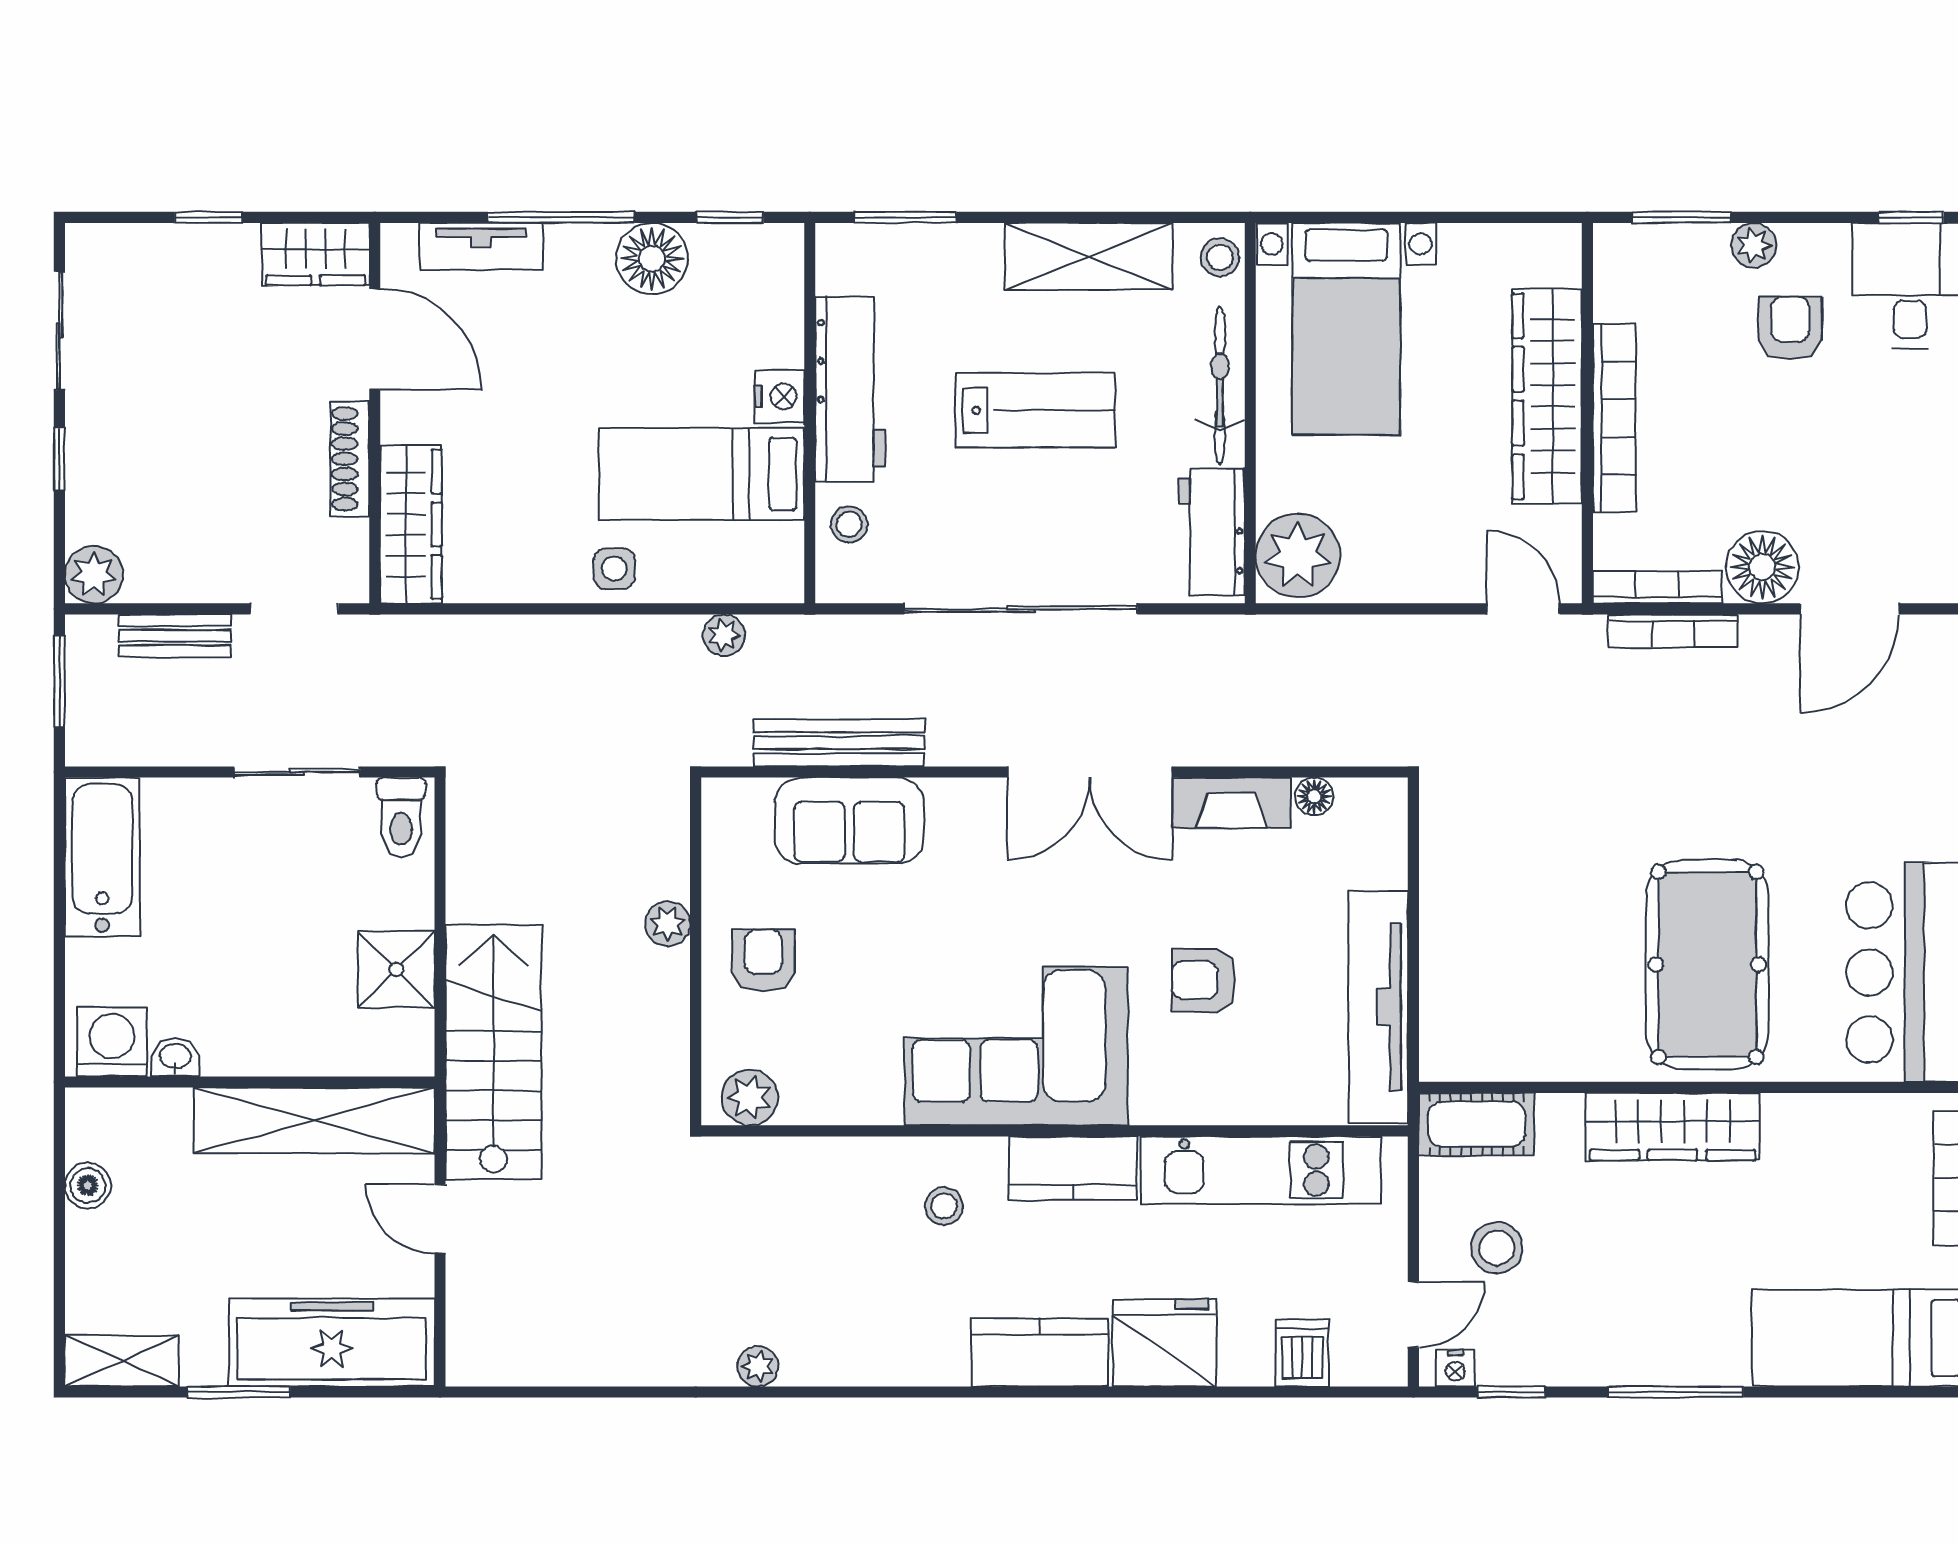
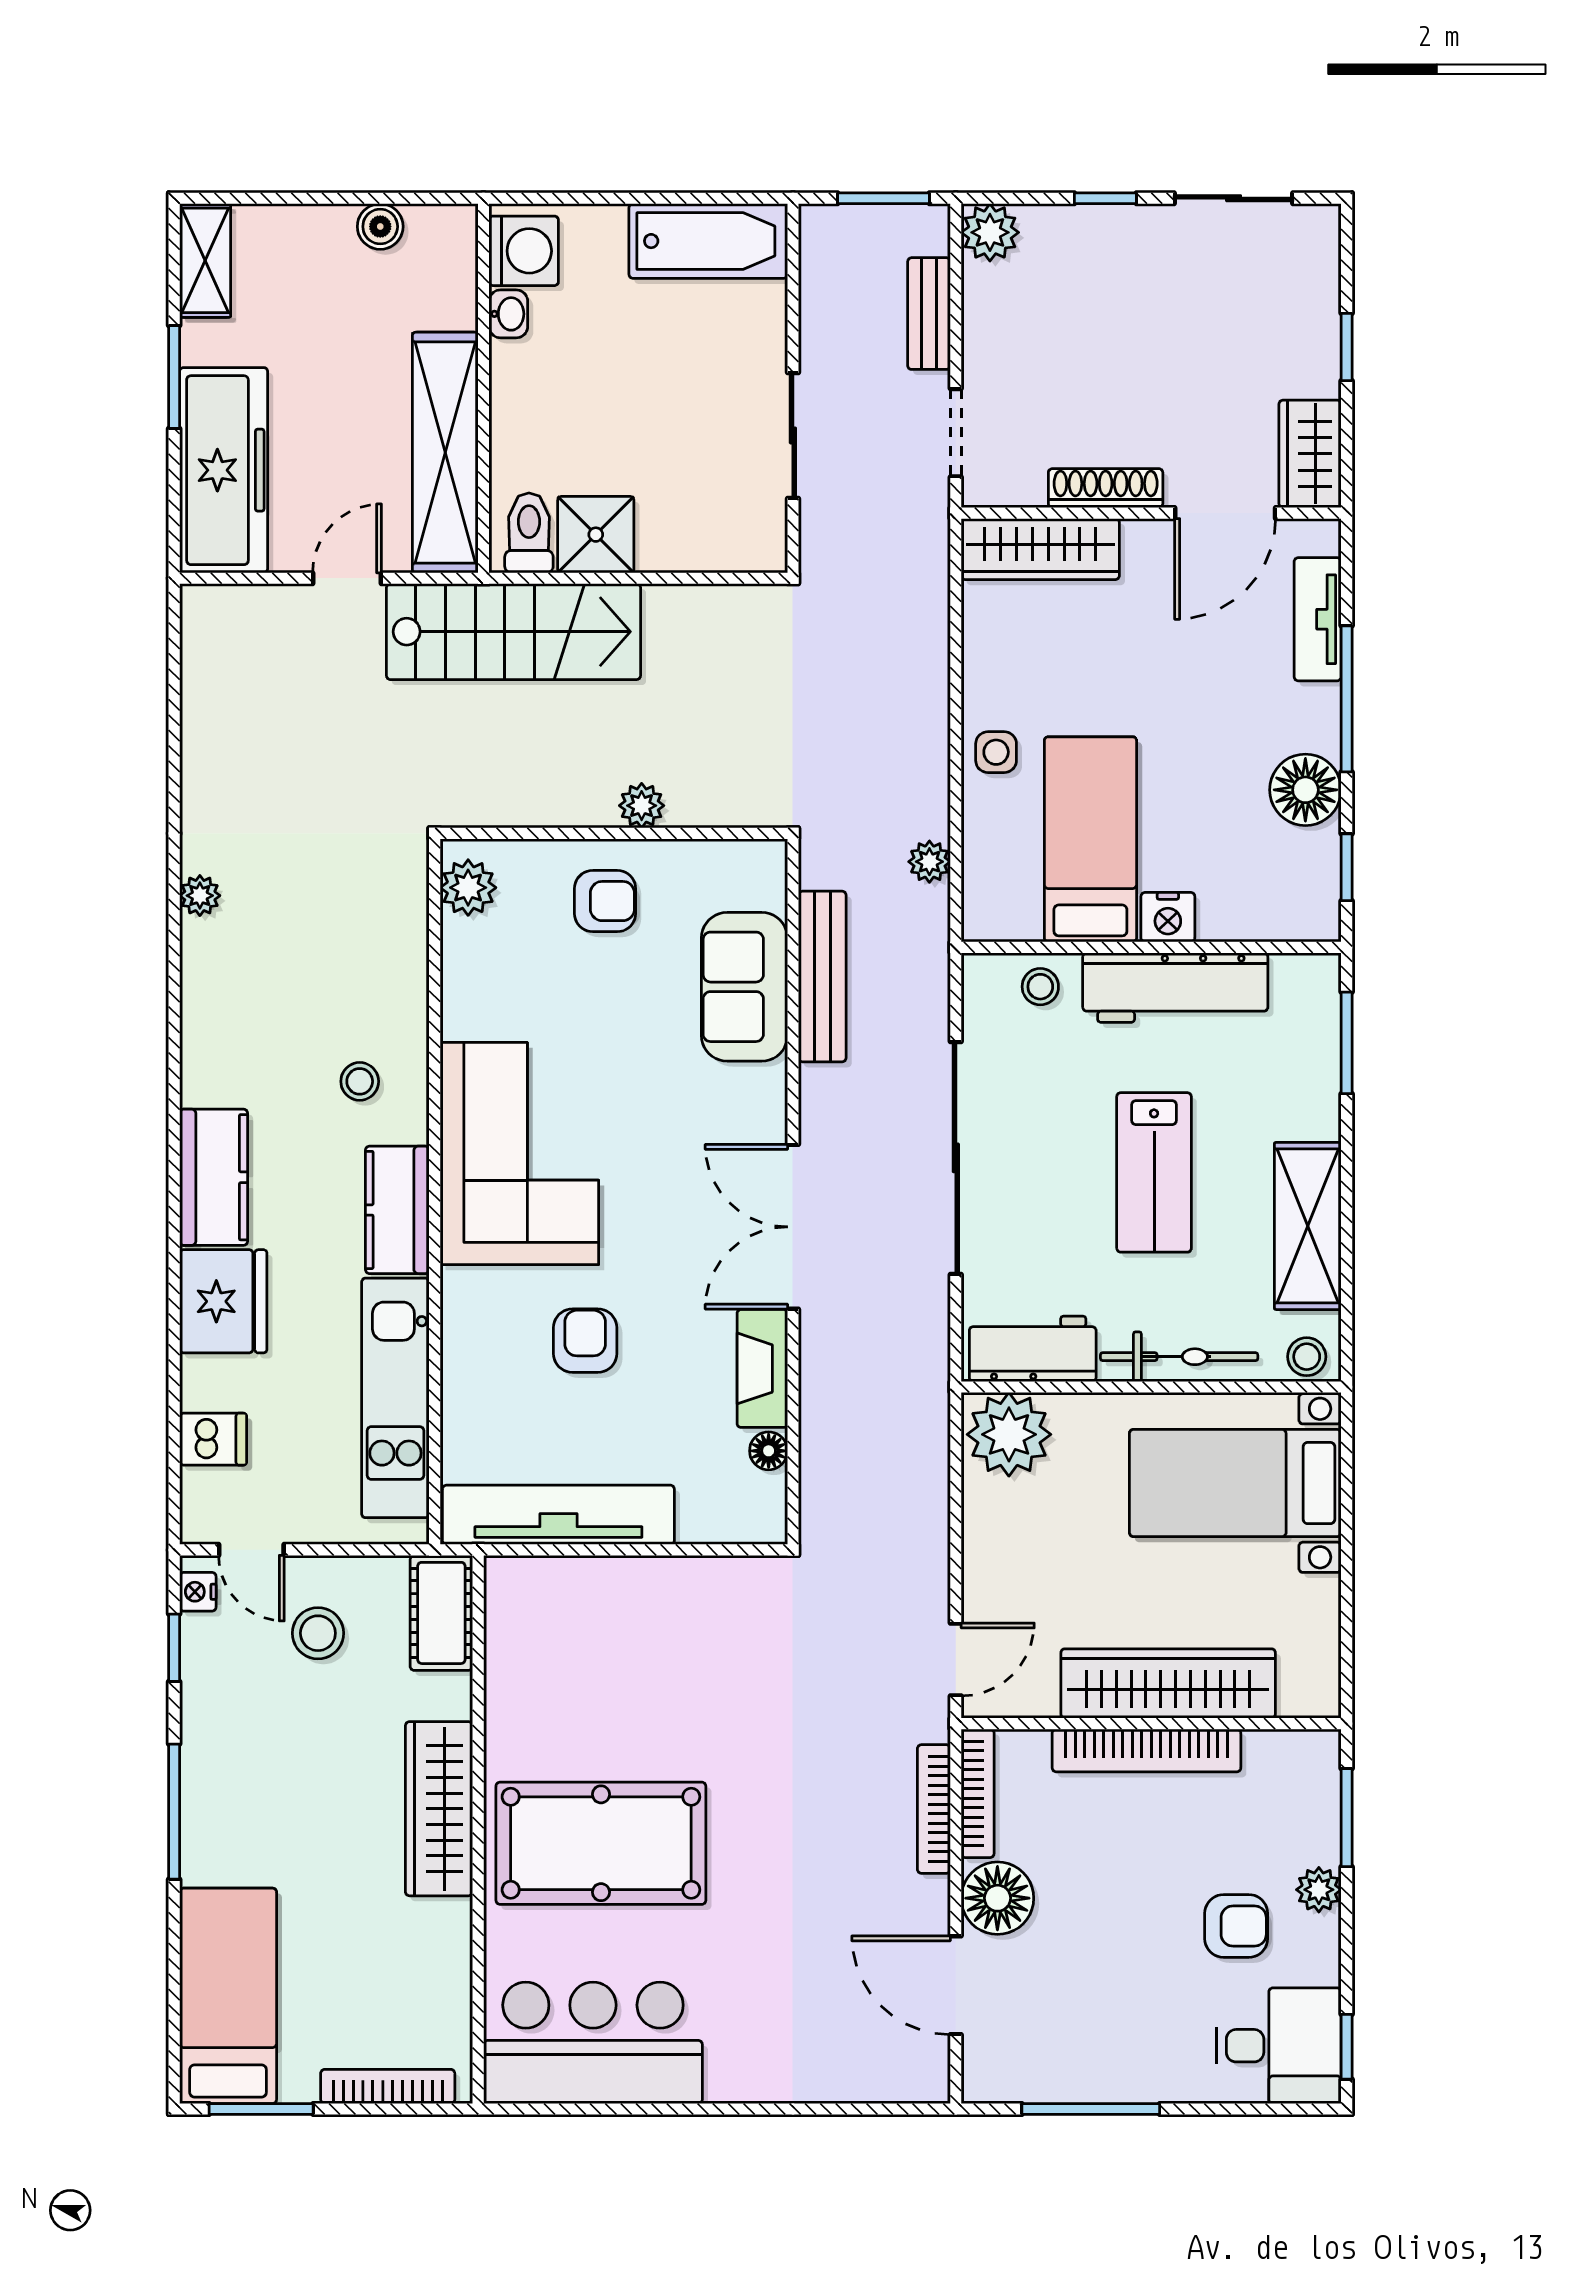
toilet: (401, 817) -> (529, 533), moved, turned 90

